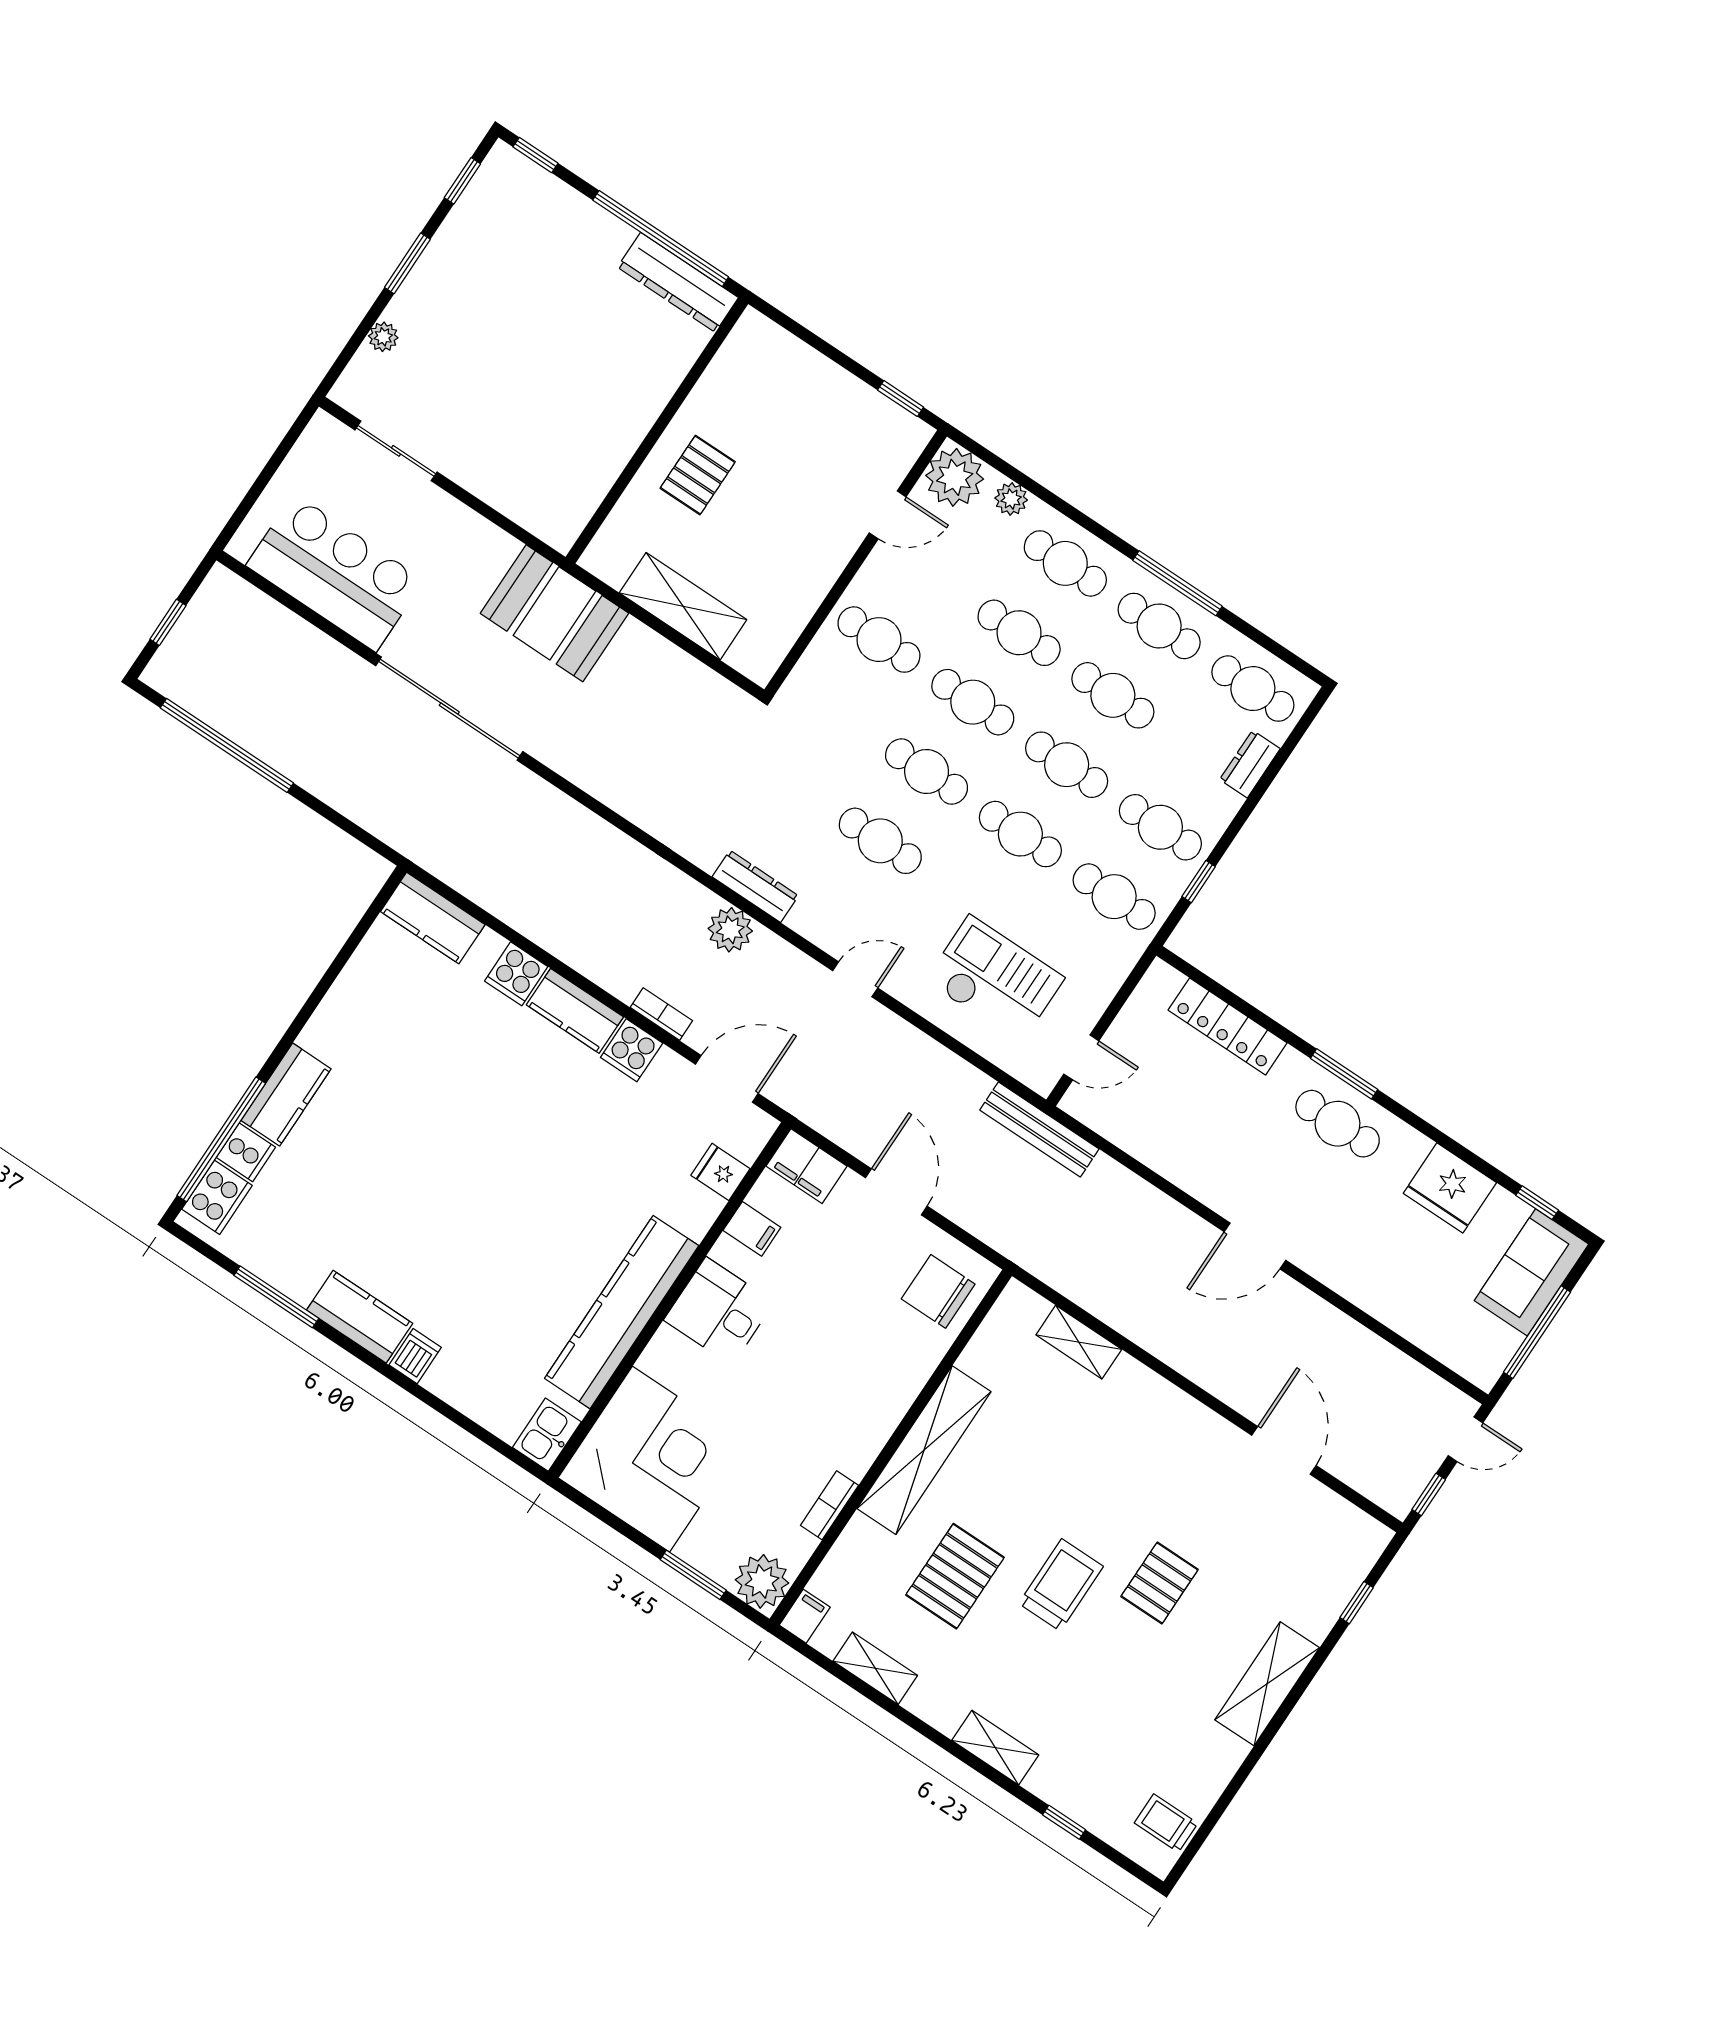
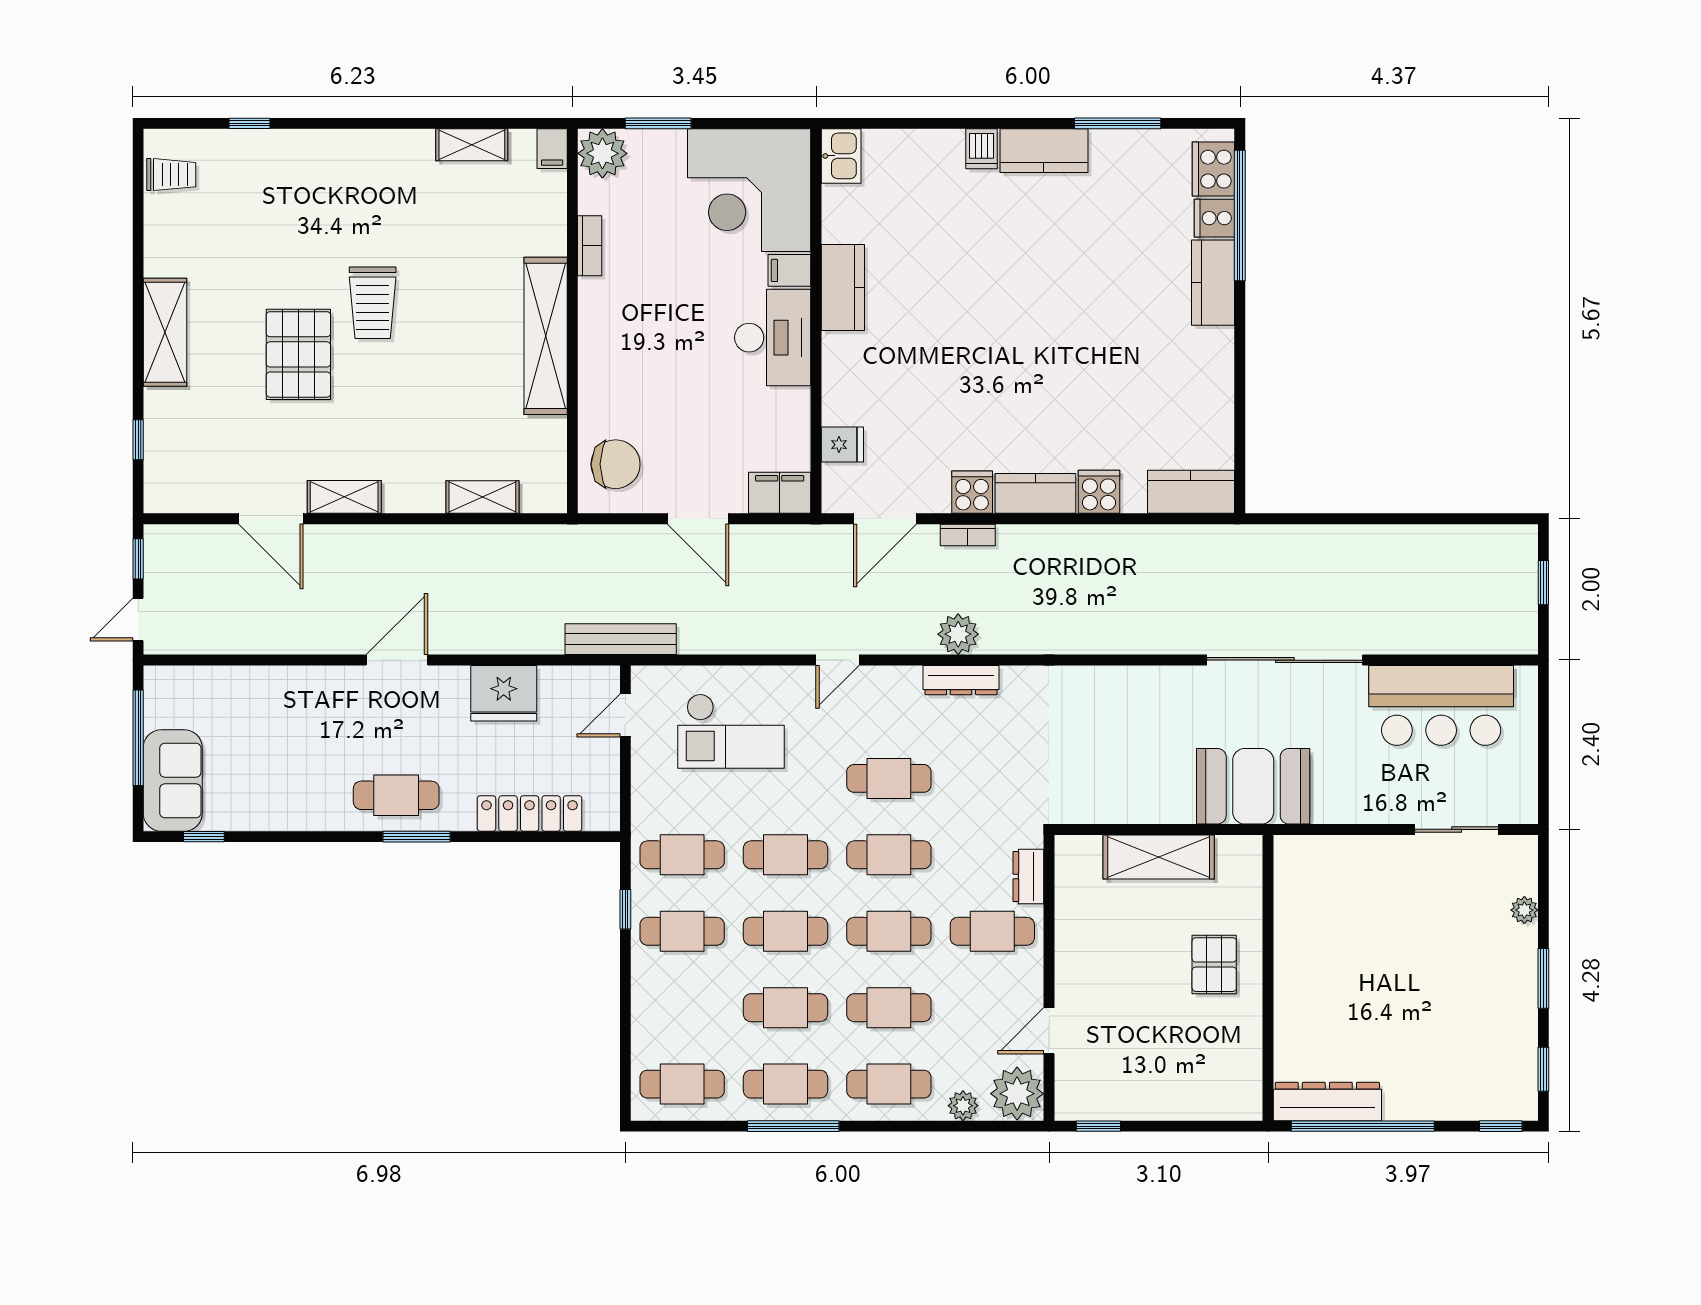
window: (227, 745) -> (1436, 519), removed
dresser: (1250, 764) -> (1028, 876), moved, turned 180
fridge: (1450, 1188) -> (504, 693), moved, turned 180
filing cabinet: (752, 1229) -> (789, 270), moved
desk: (719, 1311) -> (773, 338), width x1.37
kitchen counter: (622, 1312) -> (843, 287), width x0.48, depth x0.86
pallet: (955, 1576) -> (458, 256), removed
pallet: (1160, 1583) -> (298, 354), width x1.50, depth x1.42
shelving: (995, 1748) -> (344, 497), moved

